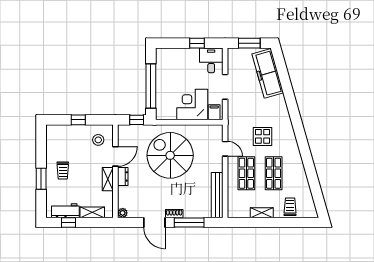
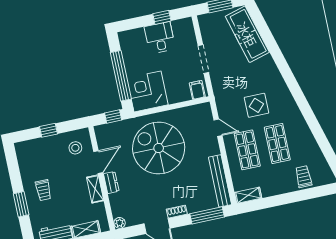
desk: (211, 60) -> (160, 38), moved
corner desk: (192, 104) -> (147, 91), moved
shelving: (262, 213) -> (248, 195), moved
window: (189, 222) -> (207, 215), moved

